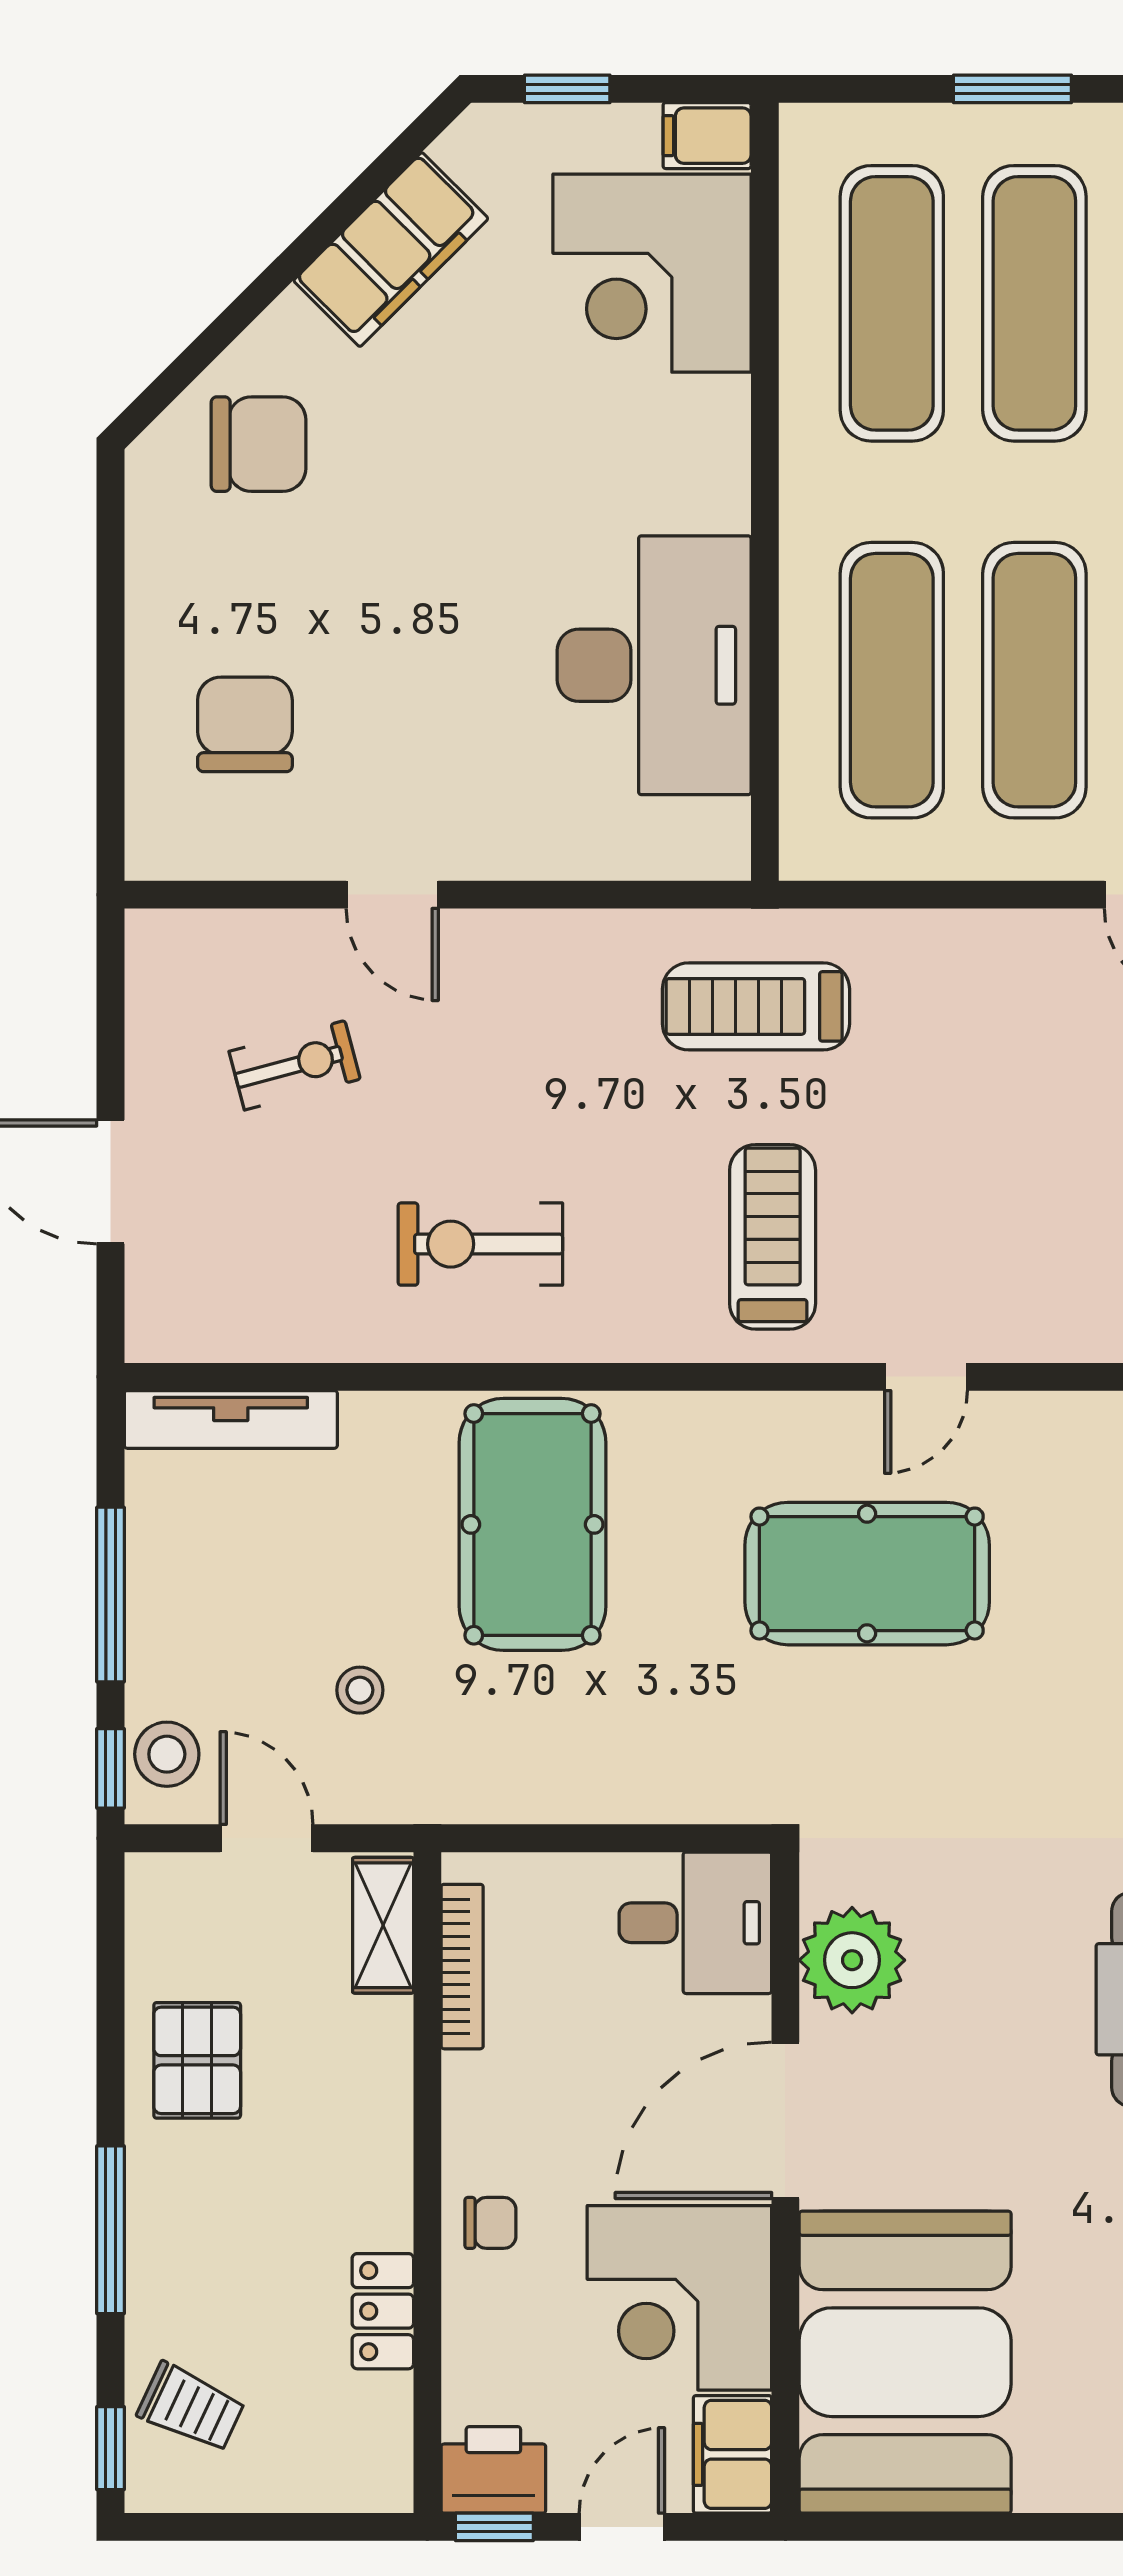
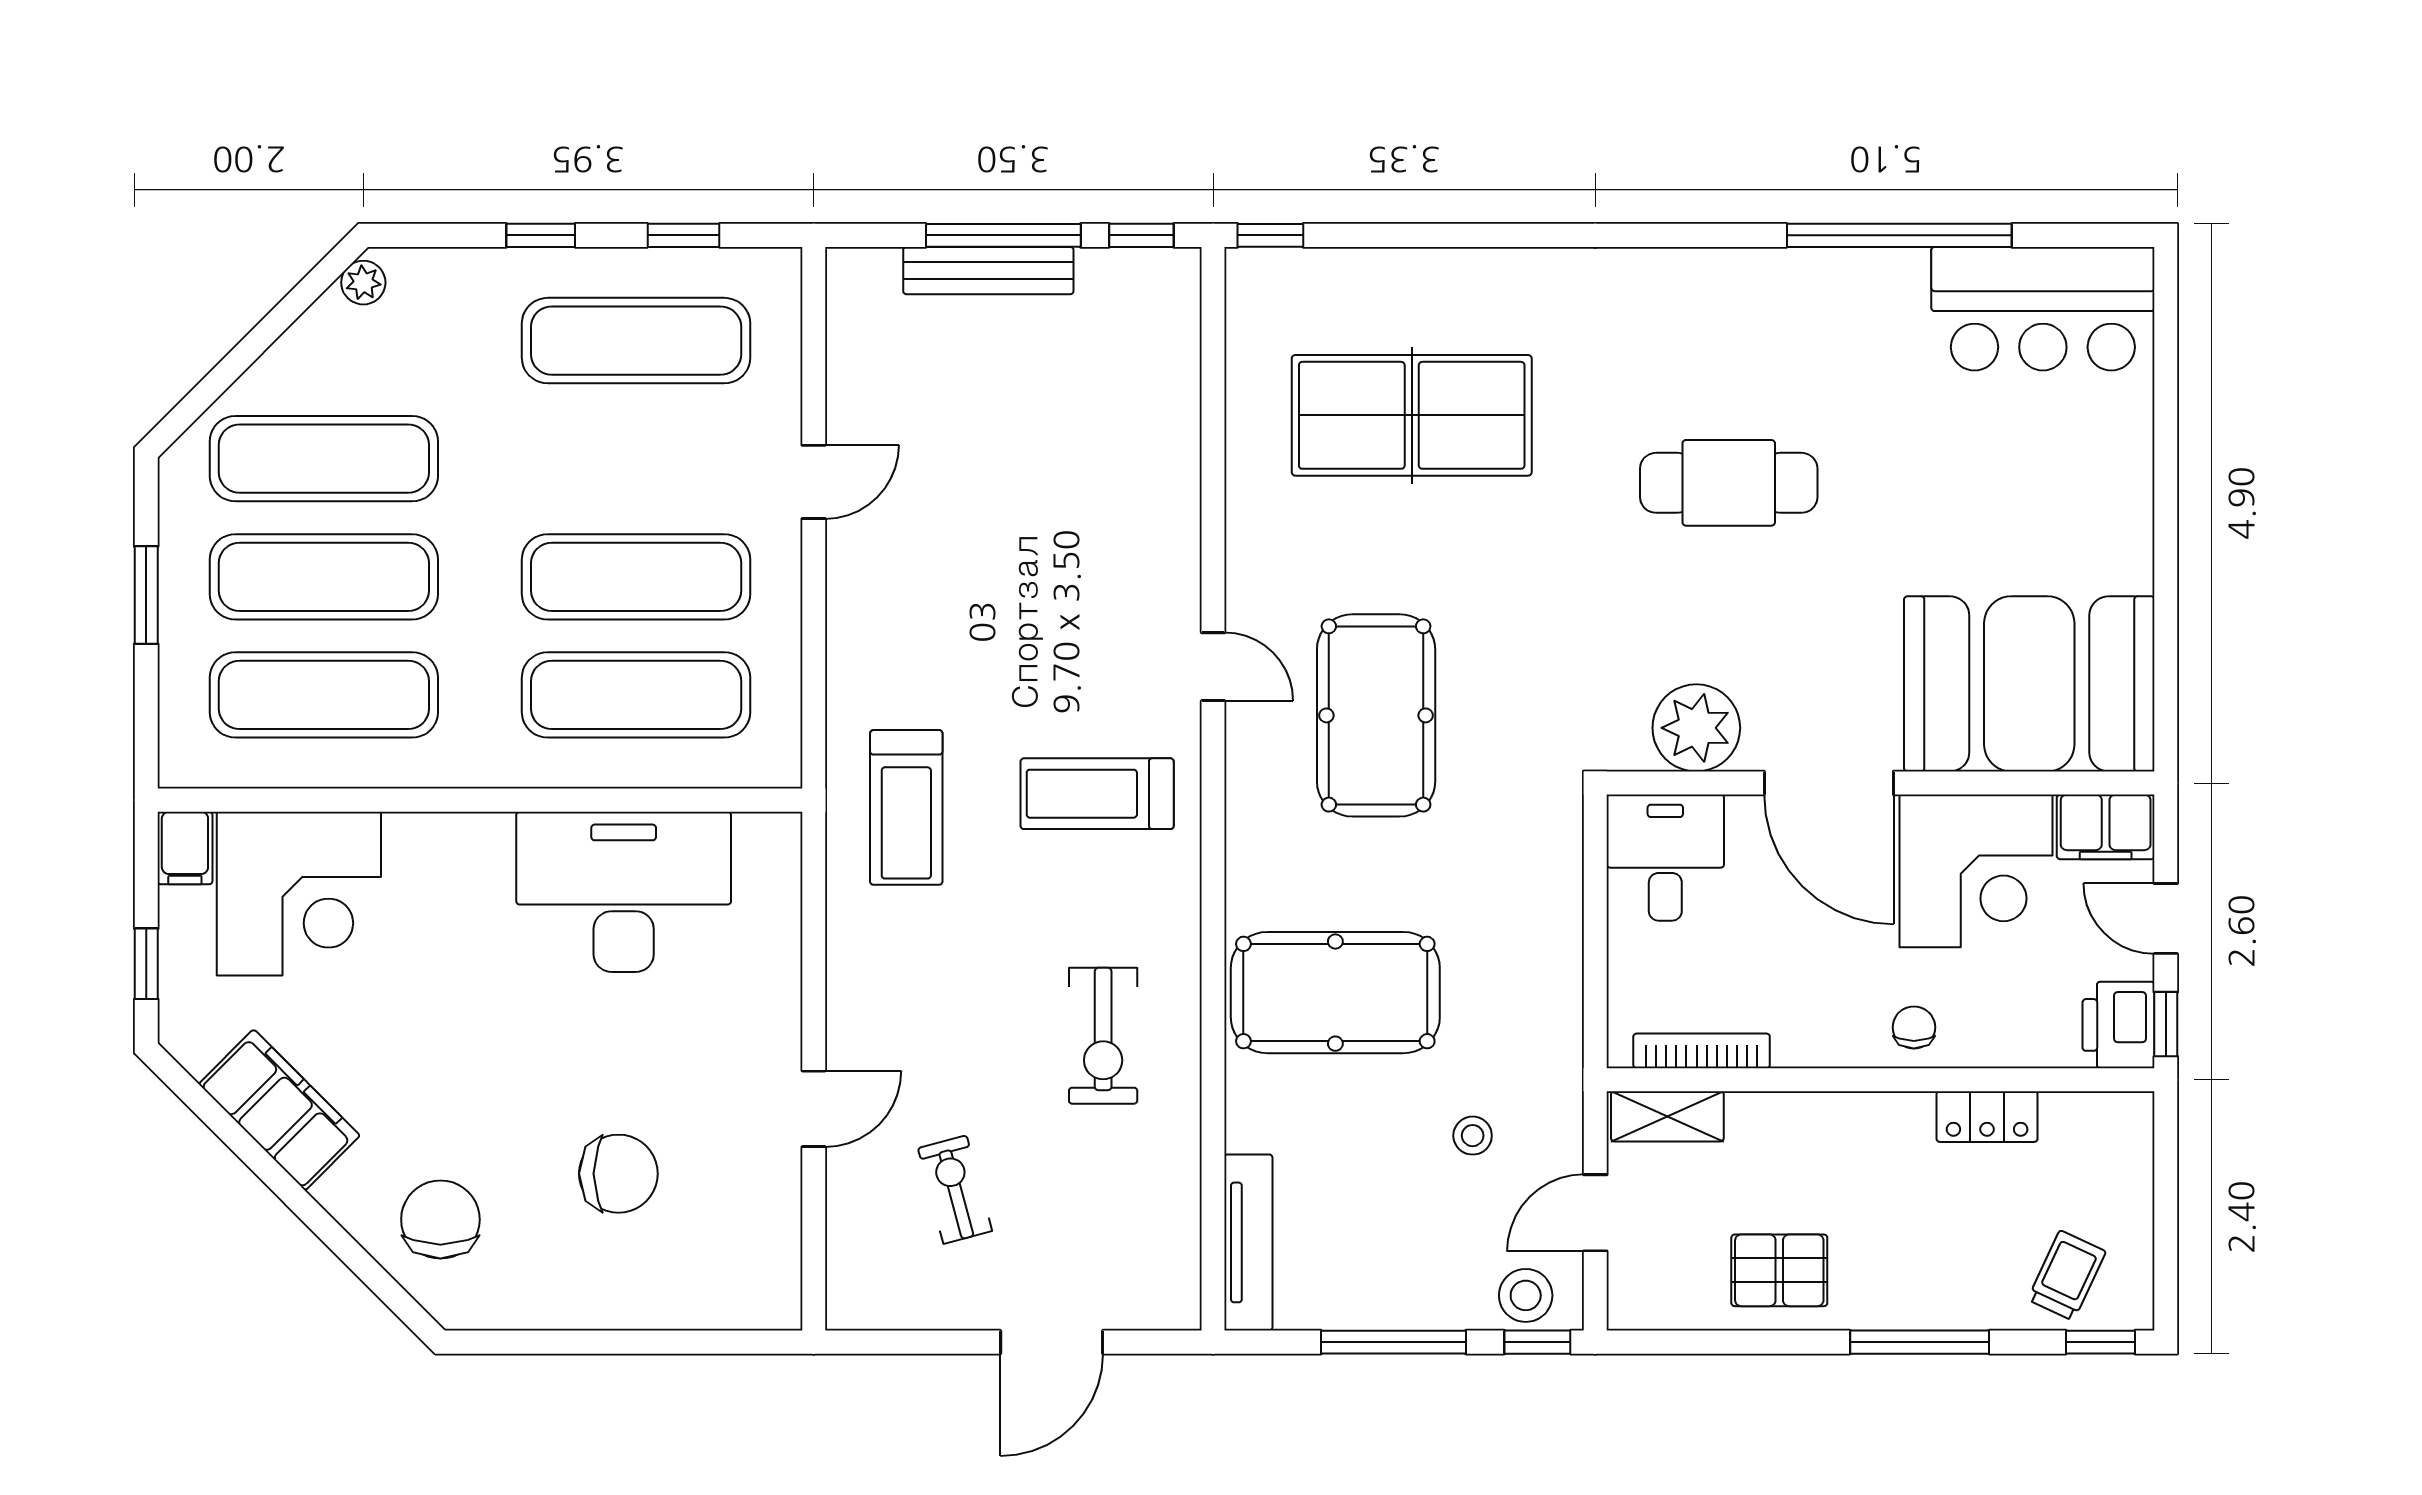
chair: (245, 724) -> (618, 1174), moved, turned 180

